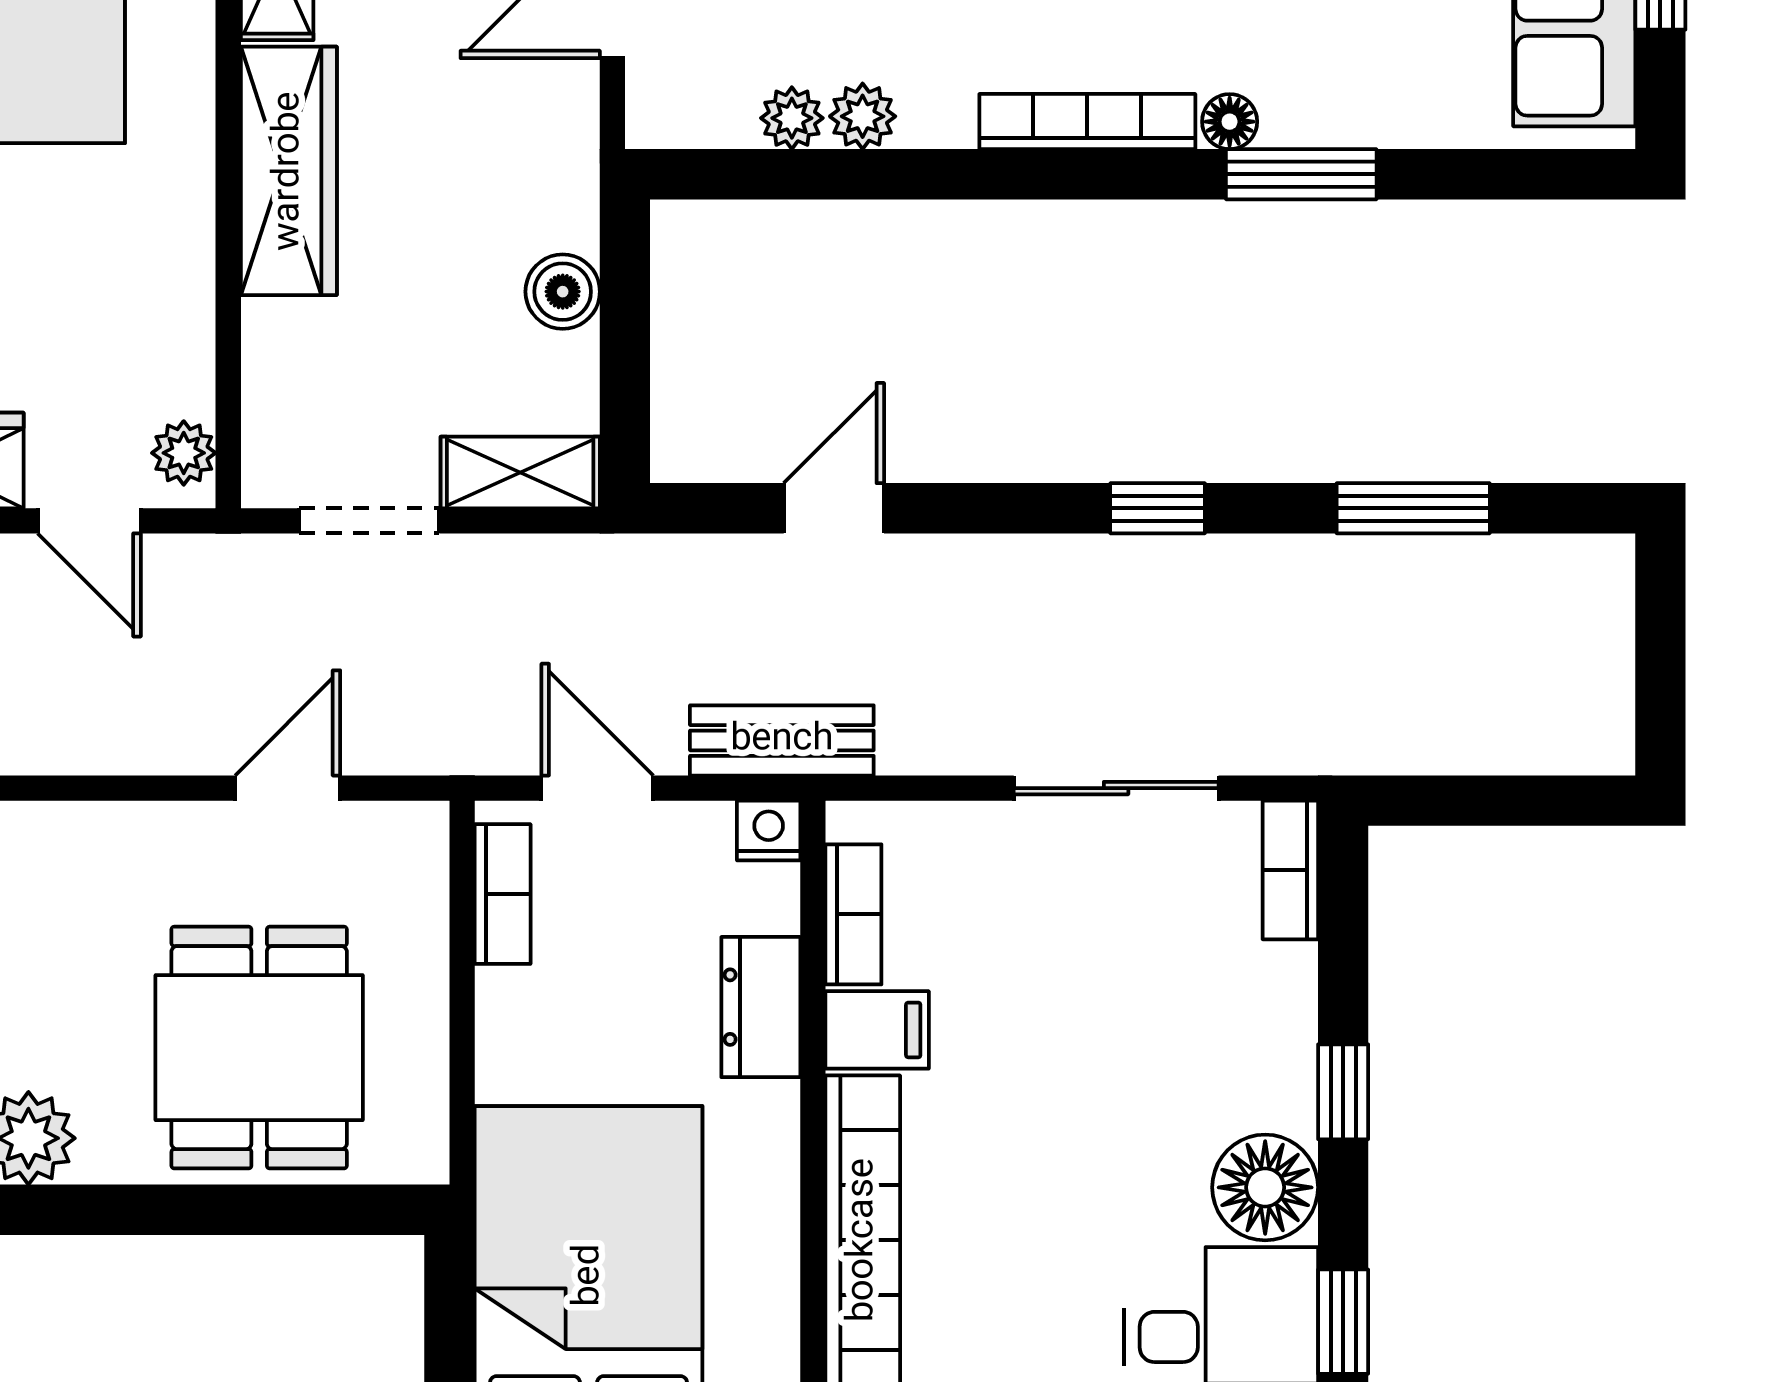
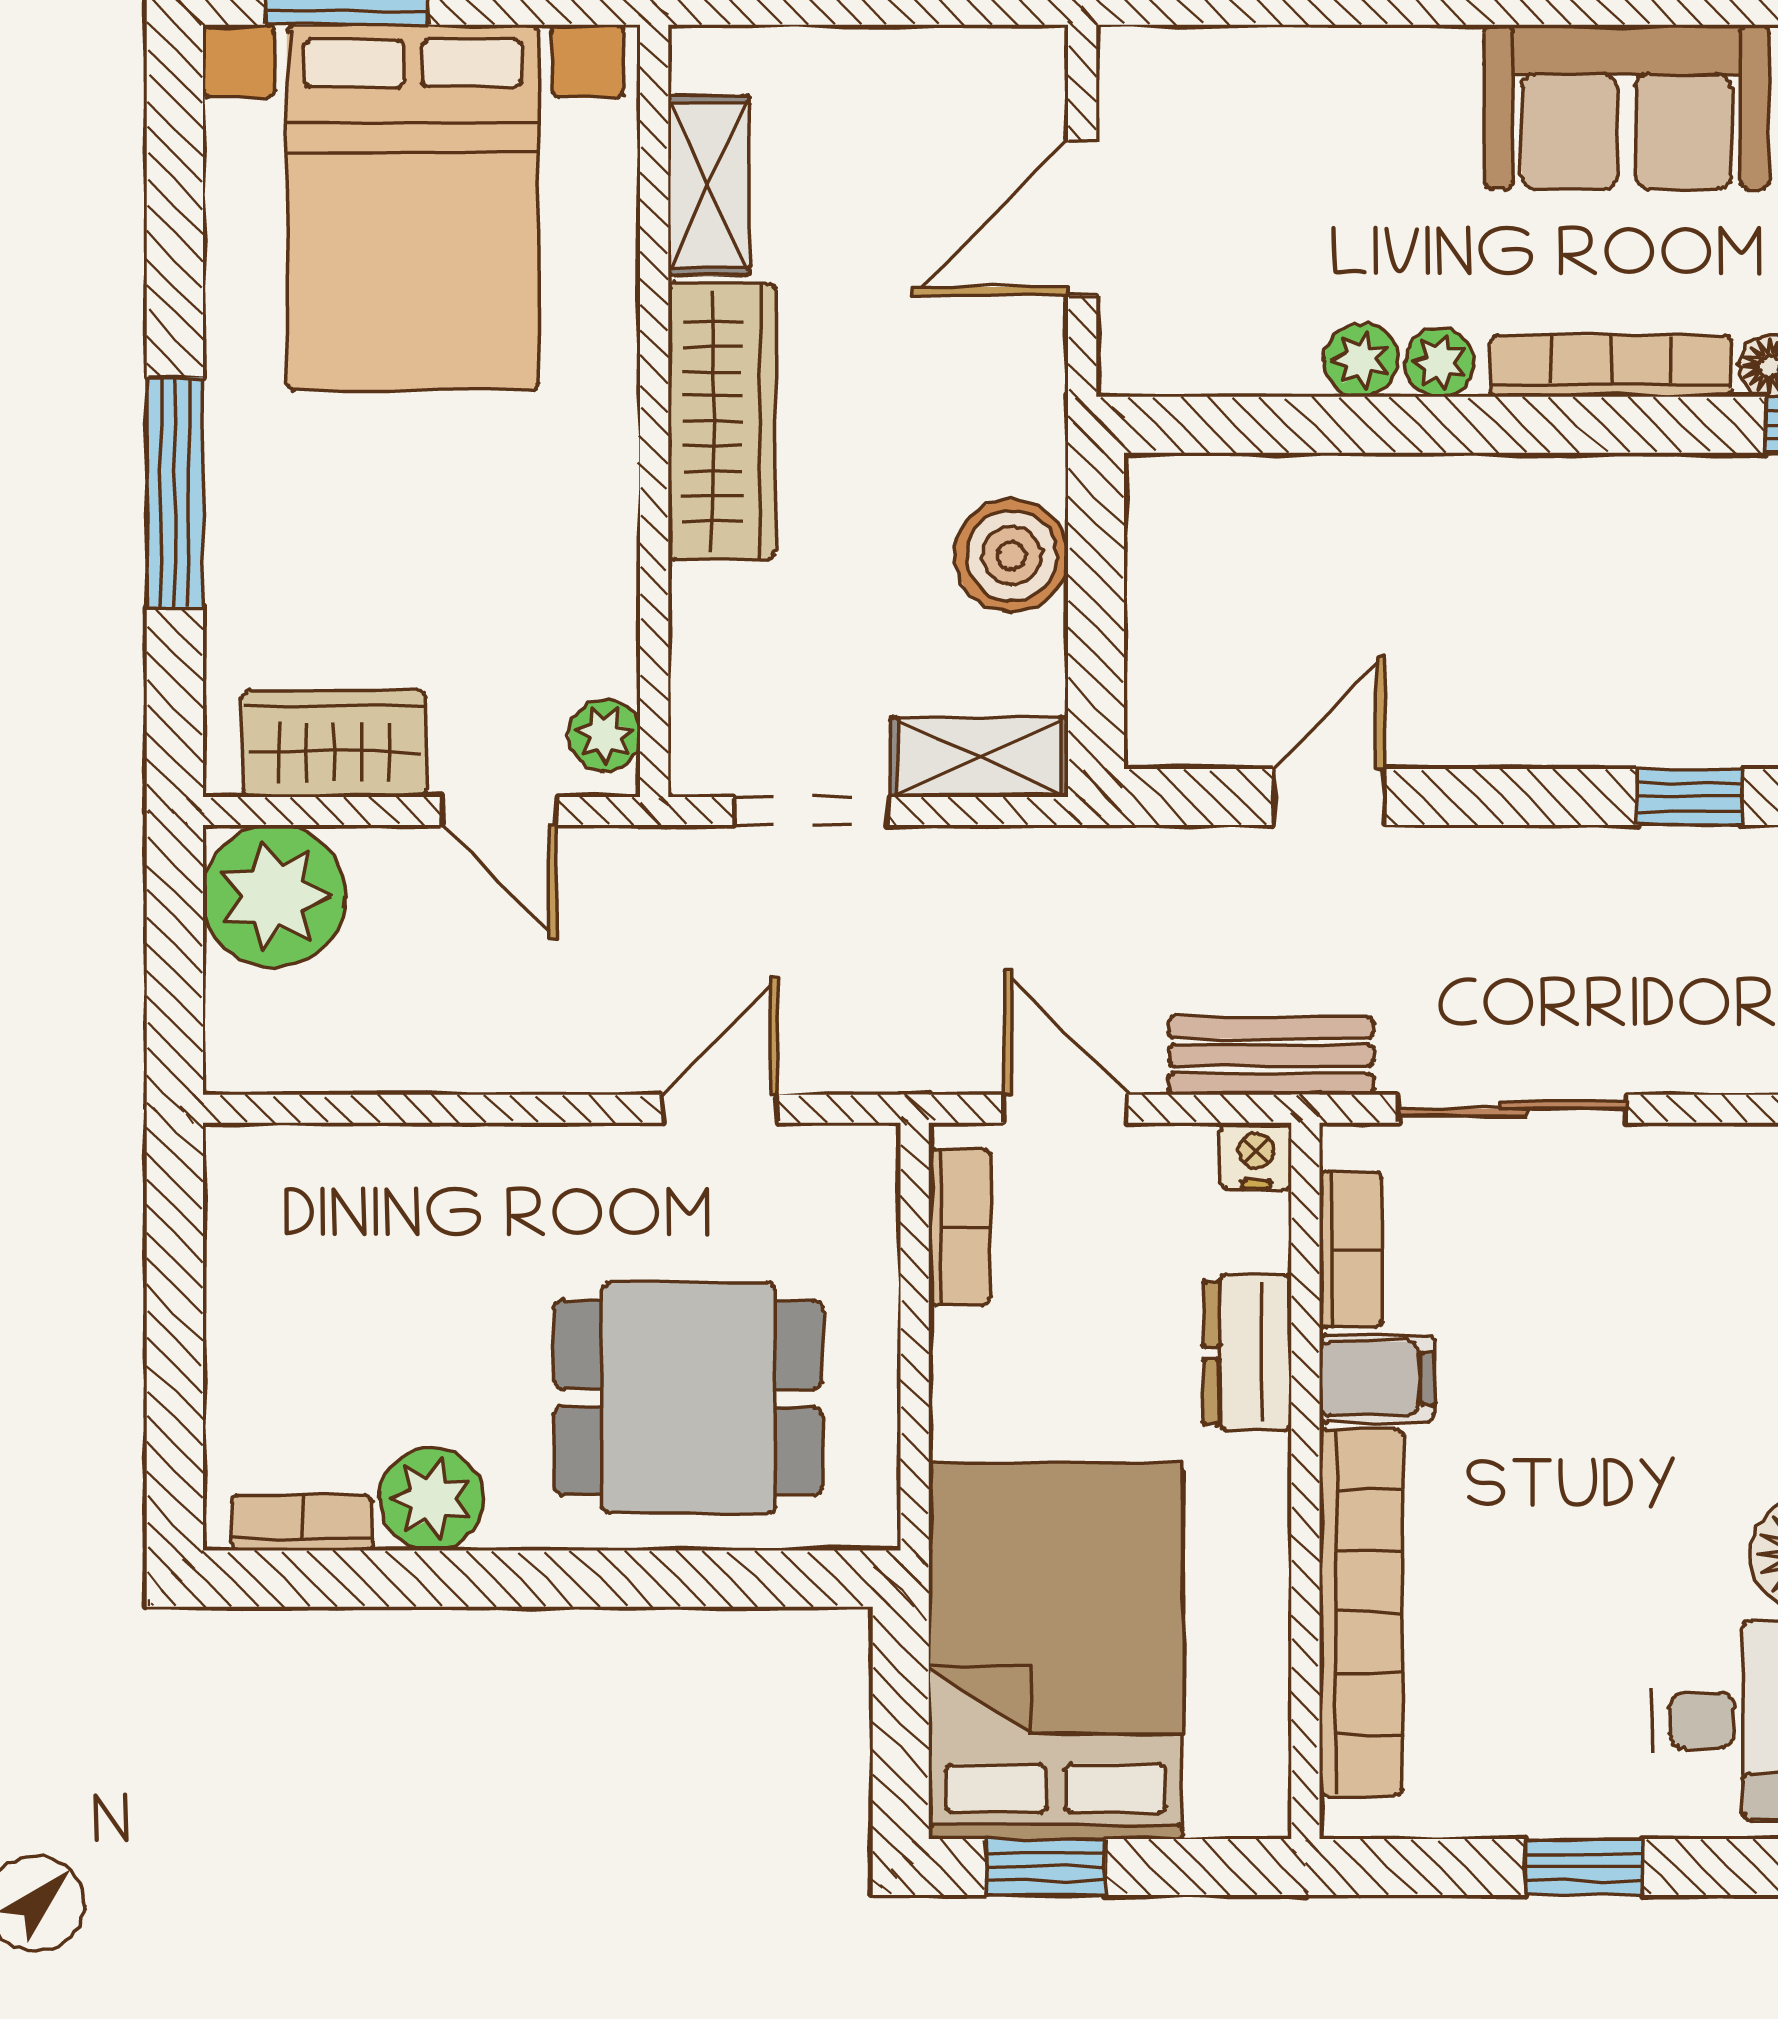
plant: (792, 118) -> (1440, 362), moved
boiler: (563, 292) -> (1012, 556), width x1.36, depth x1.36
sliding door: (1116, 788) -> (1513, 1109), moved
dining table: (259, 1048) -> (688, 1398), turned 90

